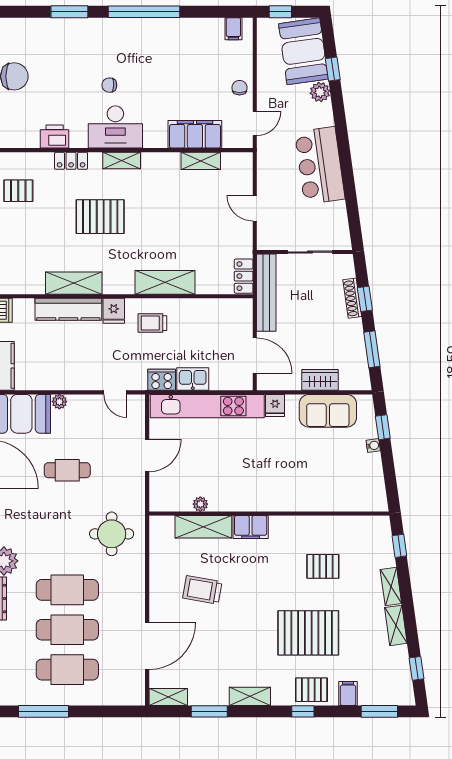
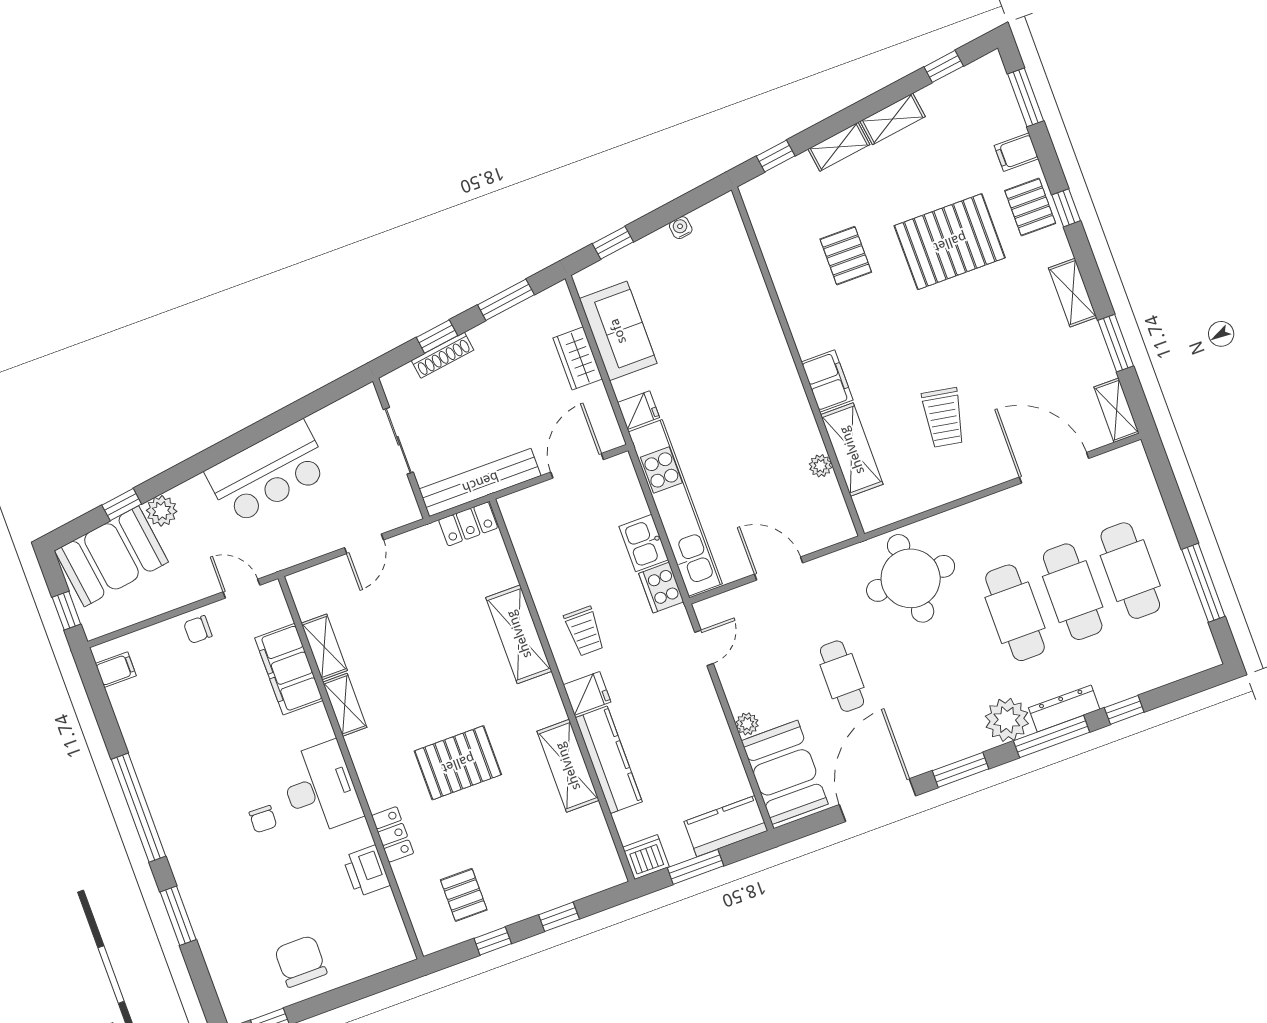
shelving: (122, 161) -> (345, 705), moved
pallet: (100, 217) -> (458, 763), turned 90
water cooler: (373, 446) -> (681, 228), moved
round table: (112, 534) -> (911, 578), width x1.36, depth x1.36
pallet: (308, 633) -> (950, 242), turned 90

